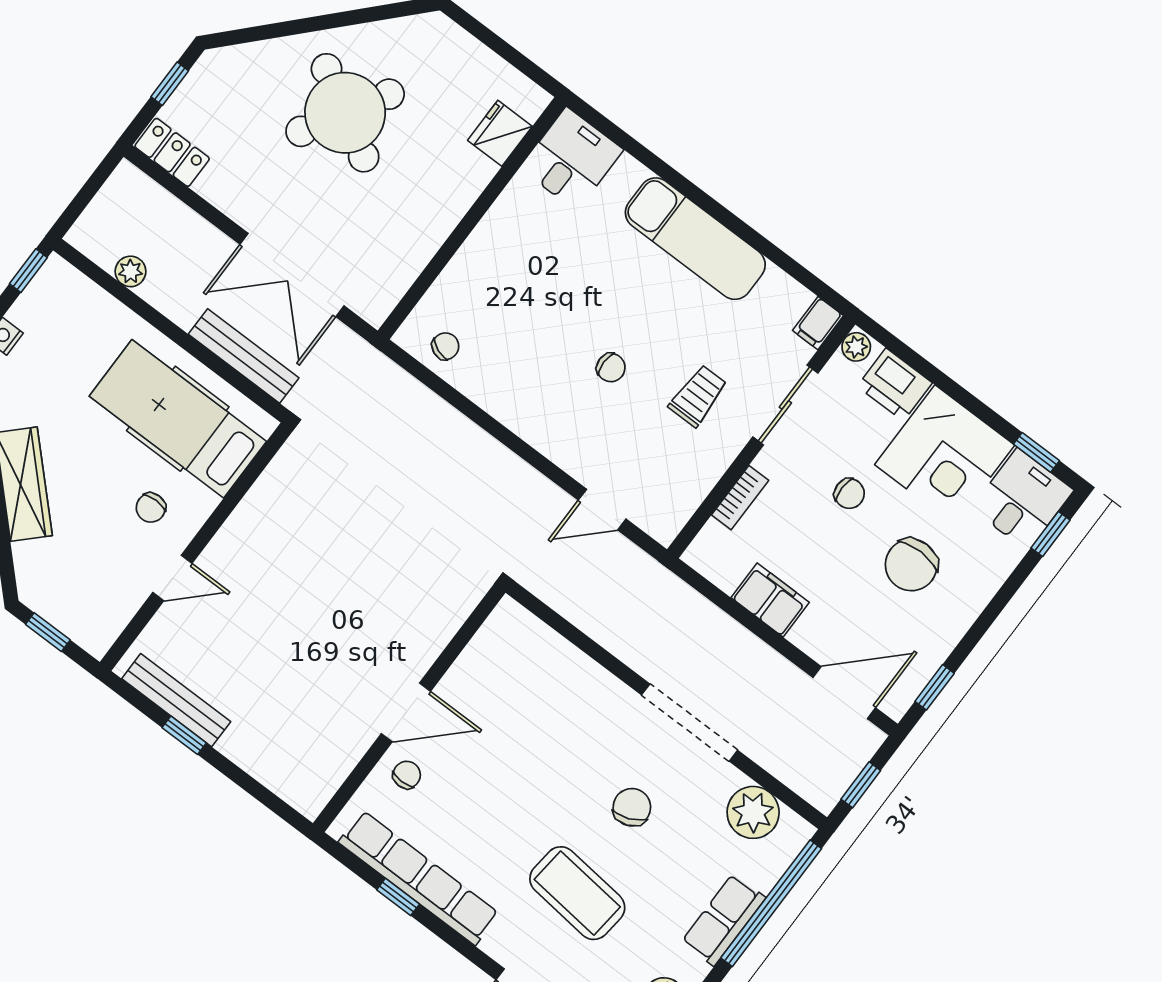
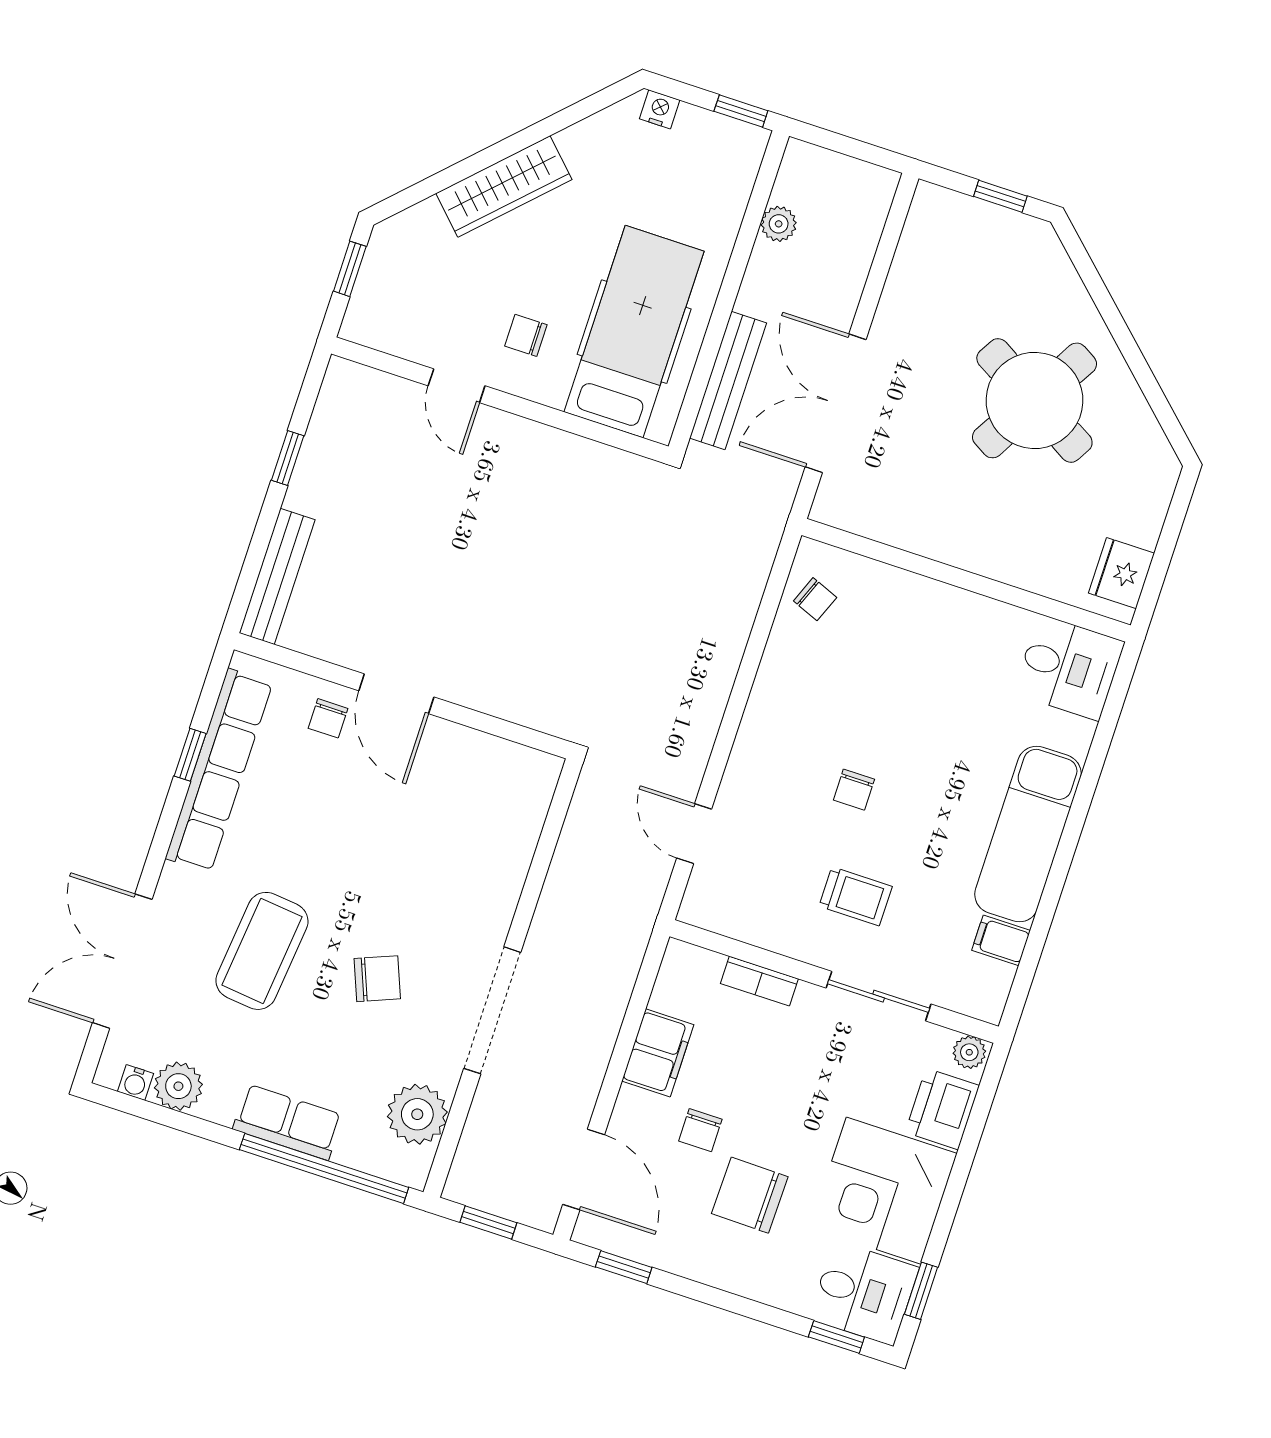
fridge: (500, 133) -> (1121, 573), moved, turned -90
locker: (172, 152) -> (926, 225), removed
filing cabinet: (818, 323) -> (1001, 940), moved
chair: (849, 494) -> (700, 1130), moved
bench: (176, 700) -> (277, 576), moved
chair: (407, 775) -> (328, 718), turned 90

